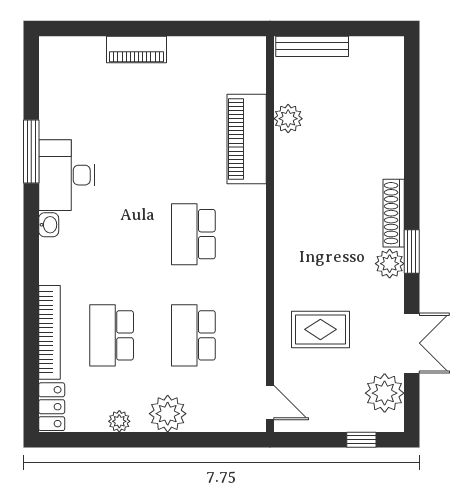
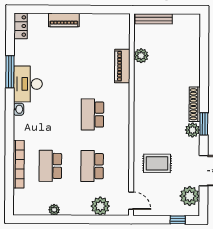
piano: (247, 139) -> (122, 66), width x0.73, depth x0.75
locker: (52, 407) -> (21, 26), moved
plant: (168, 414) -> (100, 206), moved

